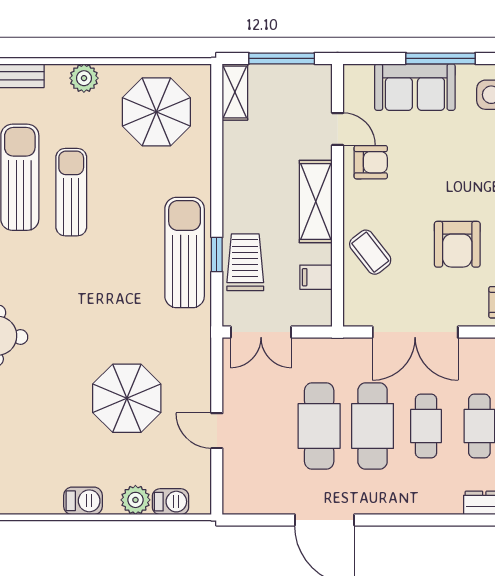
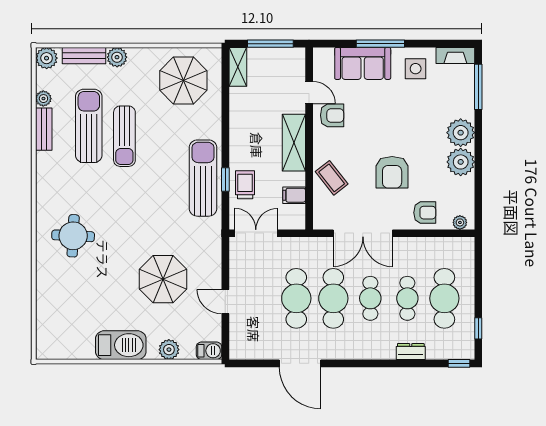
plant: (84, 78) -> (117, 57), moved
sun lounger: (71, 192) -> (124, 136), turned 180
trolley: (245, 262) -> (245, 185), width x0.73, depth x0.72
double door: (261, 332) -> (256, 233), swing flipped
barbecue: (83, 501) -> (121, 345), width x1.88, depth x1.53
barbecue: (170, 502) -> (209, 351), moved

